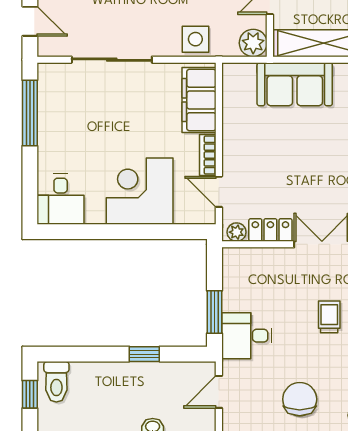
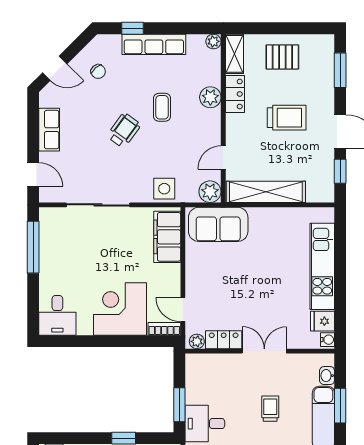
sofa: (295, 84) -> (218, 224), moved
bookcase: (208, 155) -> (164, 329), moved, turned 90

